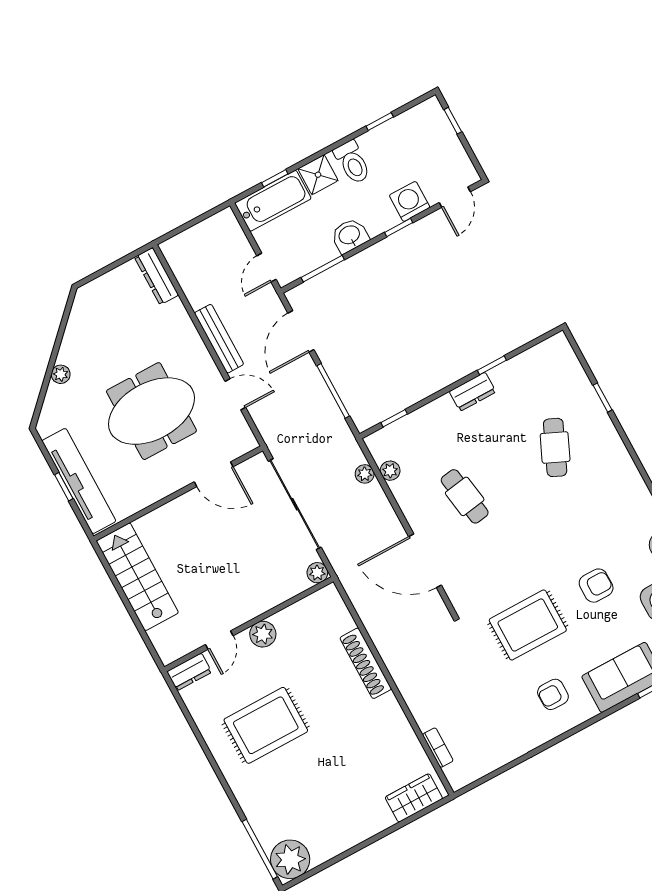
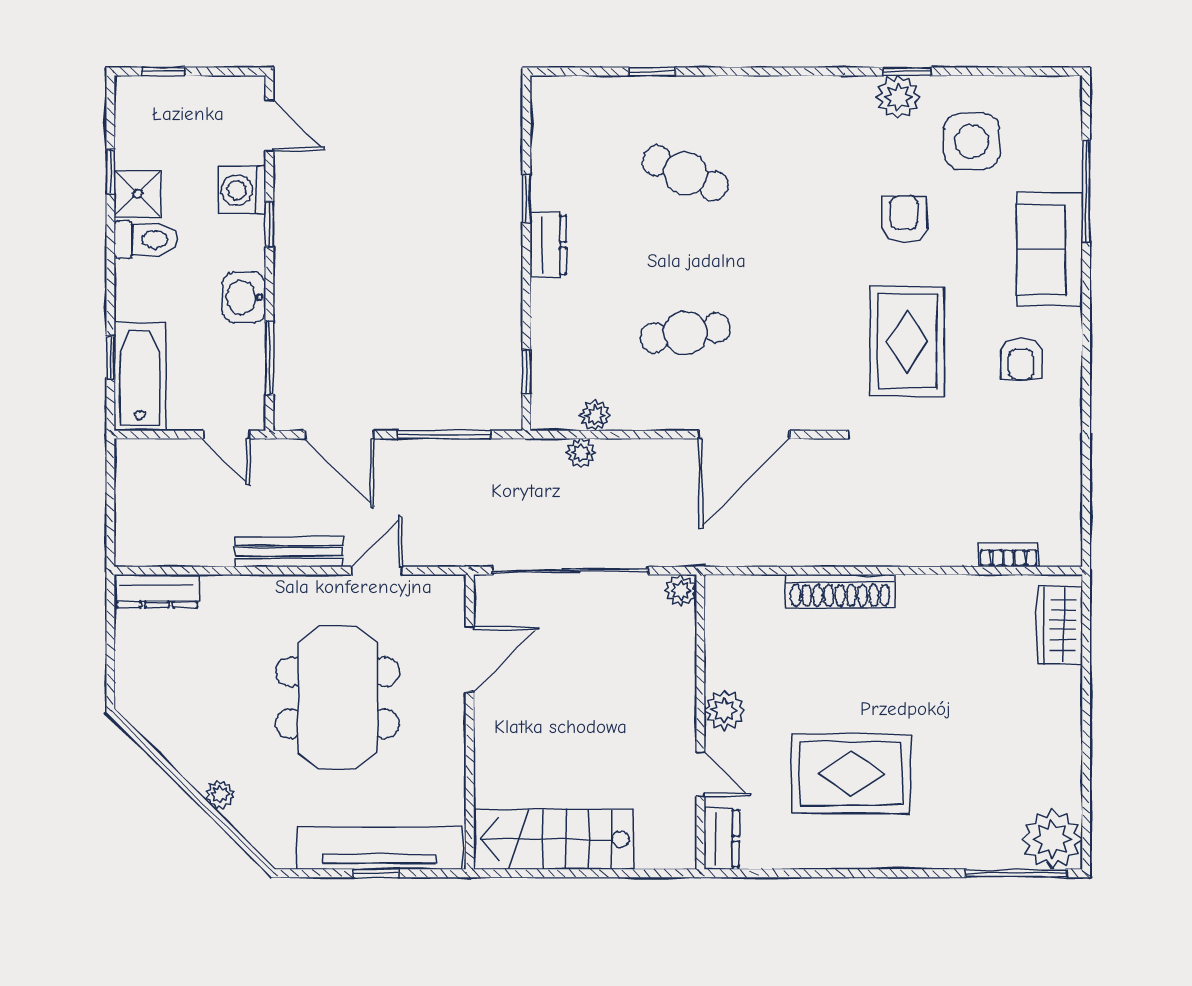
shower: (318, 175) -> (138, 194), moved
rug: (266, 725) -> (851, 774), turned 90

